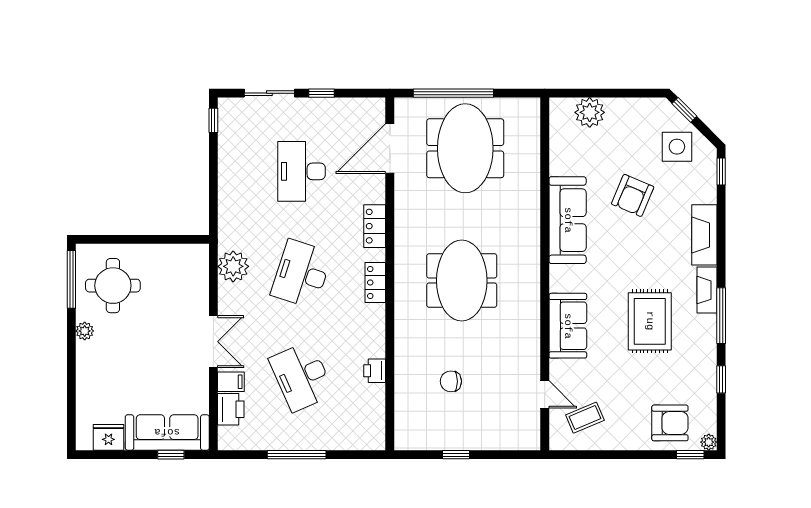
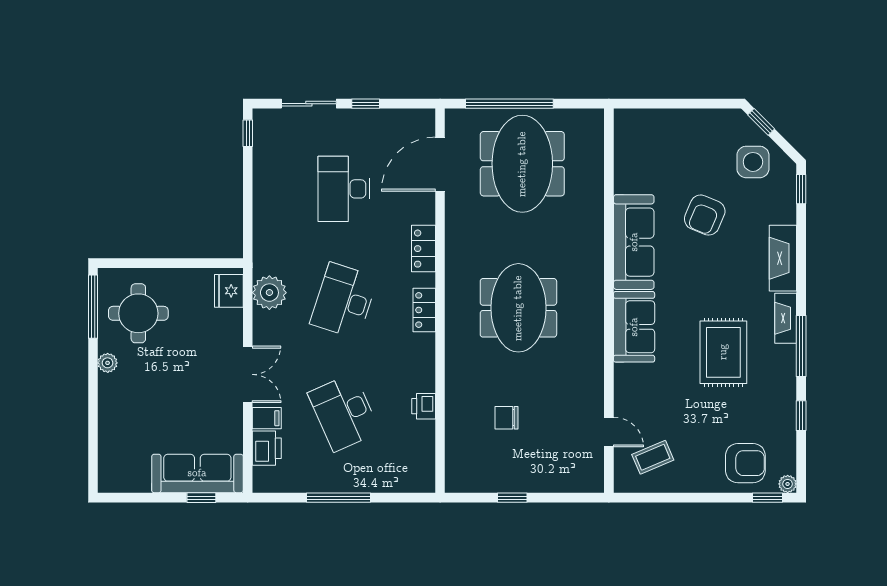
plant: (590, 112) -> (658, 125), removed
sofa: (568, 326) -> (634, 327), moved
fridge: (108, 437) -> (229, 291), moved, turned -90

